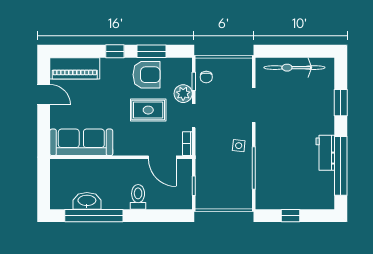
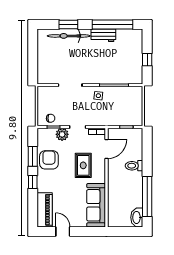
bicycle: (294, 68) -> (69, 36), moved, turned 90
door: (44, 95) -> (63, 231), hinge flipped
rug: (148, 110) -> (83, 165), moved
washbasin: (87, 201) -> (137, 217), moved

